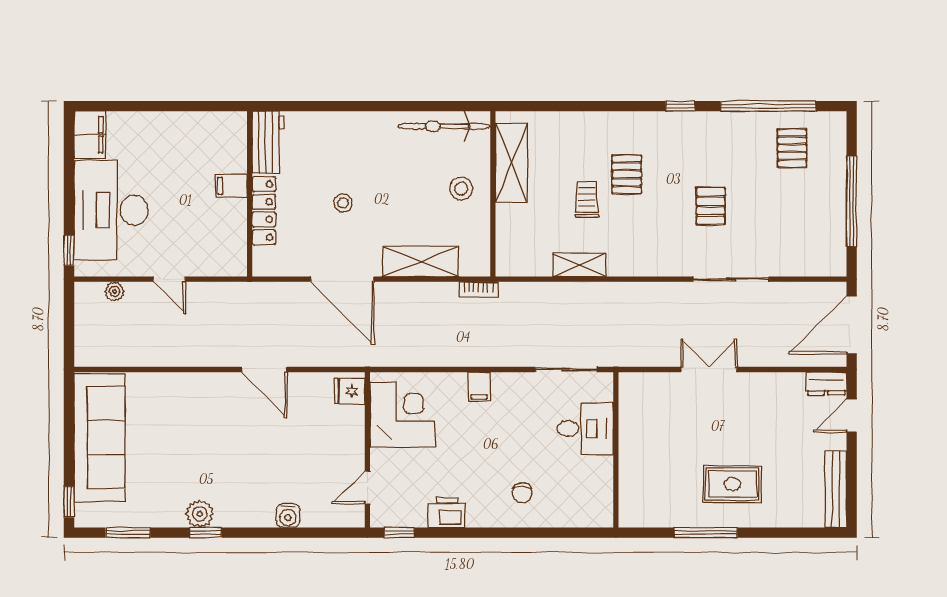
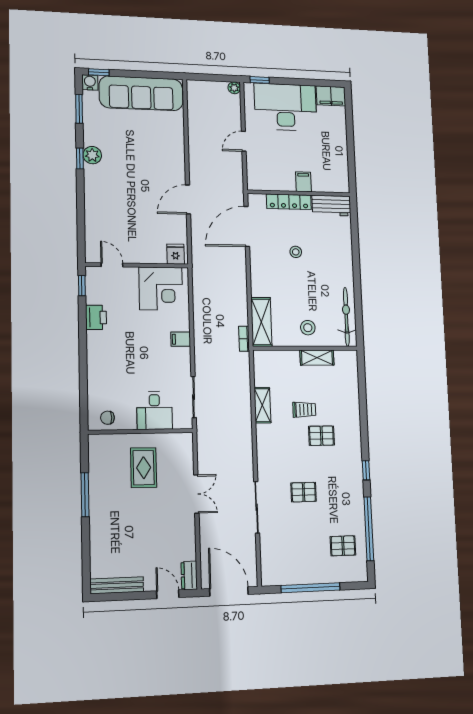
shelving: (511, 163) -> (317, 358), width x0.67, depth x0.75
shelving: (420, 262) -> (261, 322), moved
door: (342, 279) -> (247, 226), moved
plant: (115, 291) -> (234, 88), moved
rug: (732, 484) -> (144, 468), moved
chair: (522, 493) -> (107, 418), moved
water cooler: (288, 516) -> (90, 82), moved, turned 90

